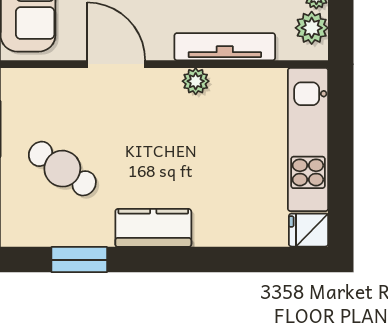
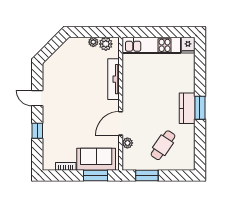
plant: (196, 81) -> (127, 143), moved
window: (79, 260) -> (200, 108), moved

